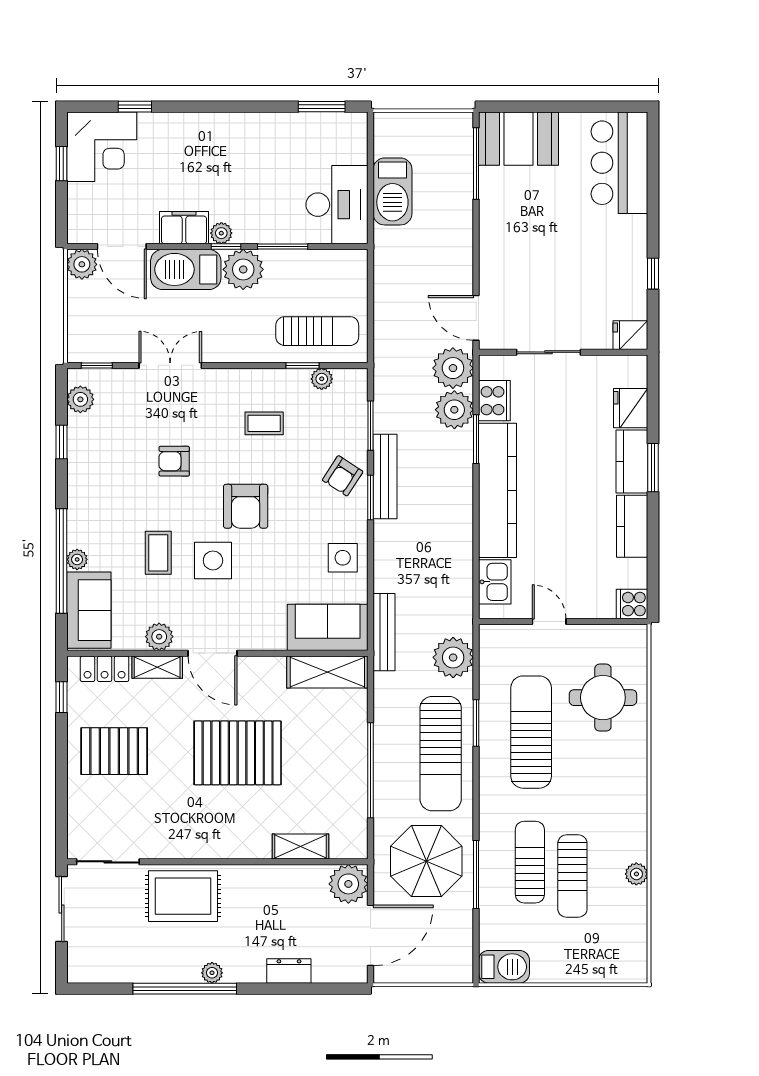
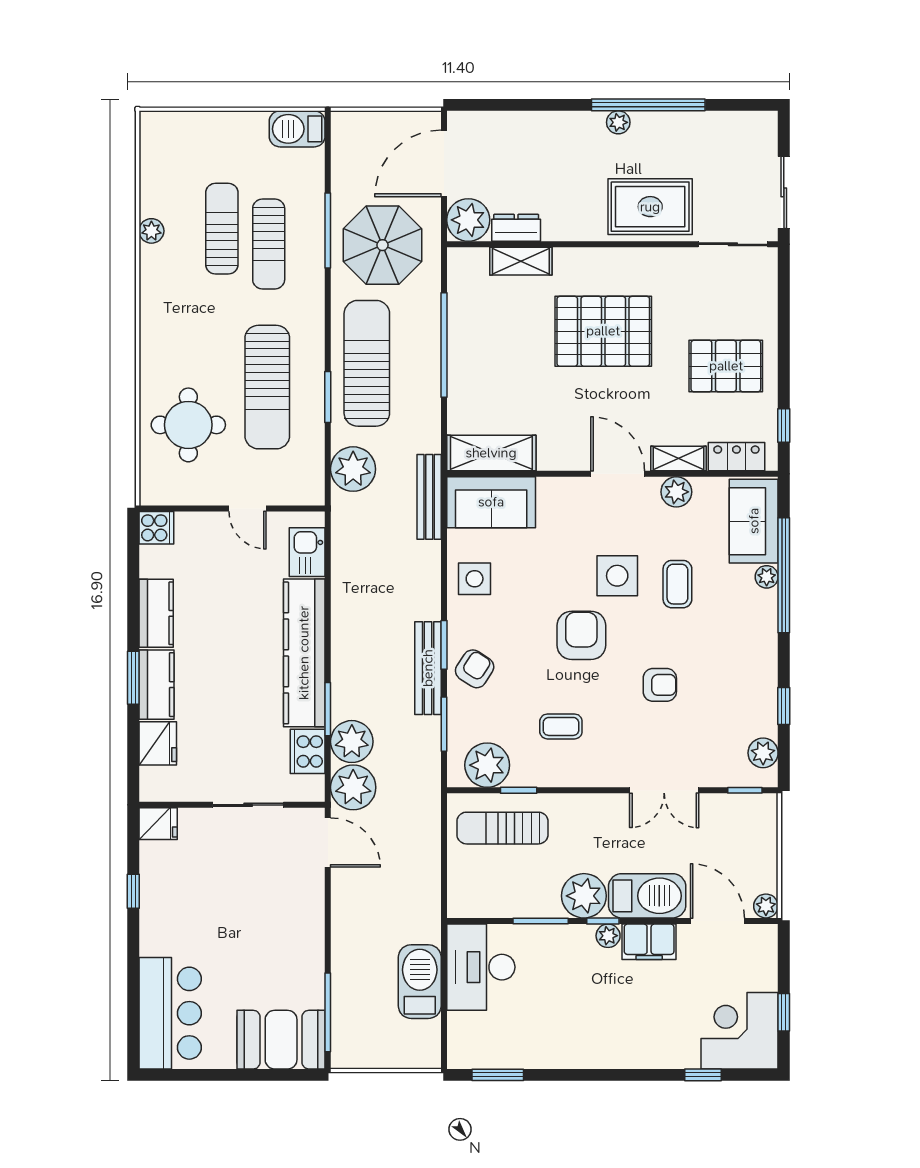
plant: (82, 264) -> (766, 906), width x0.73, depth x0.73
plant: (322, 379) -> (487, 765), width x1.88, depth x1.88
pallet: (238, 753) -> (603, 331), moved
dresser: (289, 971) -> (516, 228), moved, turned 180

